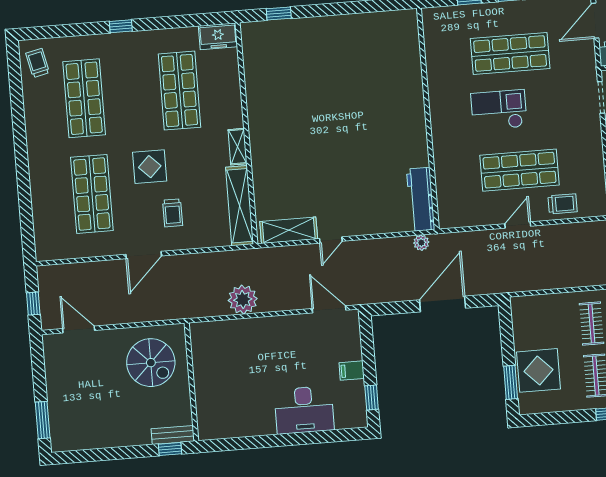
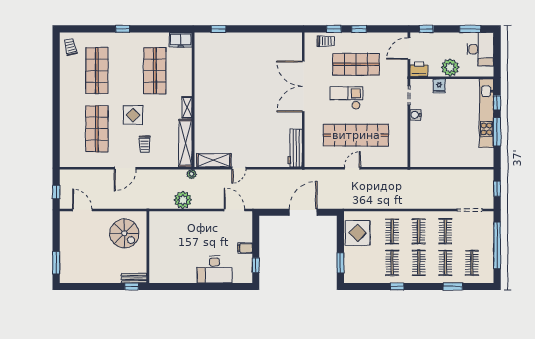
double door: (426, 97) -> (303, 86), added
shop shelf: (519, 170) -> (356, 135), width x1.40
trolley: (563, 204) -> (326, 41), moved
plant: (421, 243) -> (192, 174), moved
display table: (539, 370) -> (358, 233), moved

